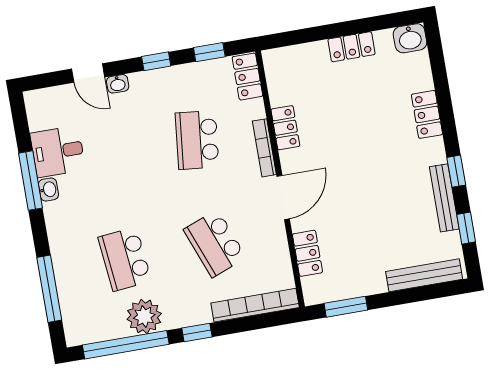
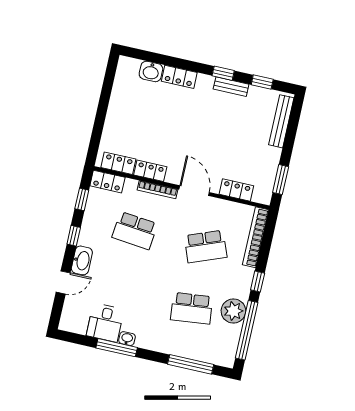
washbasin: (410, 38) -> (151, 71), moved, turned 90
locker: (351, 47) -> (118, 163), moved, turned -90
washbasin: (118, 84) -> (82, 260), width x1.91, depth x1.45
bench: (444, 198) -> (231, 87), width x0.73

